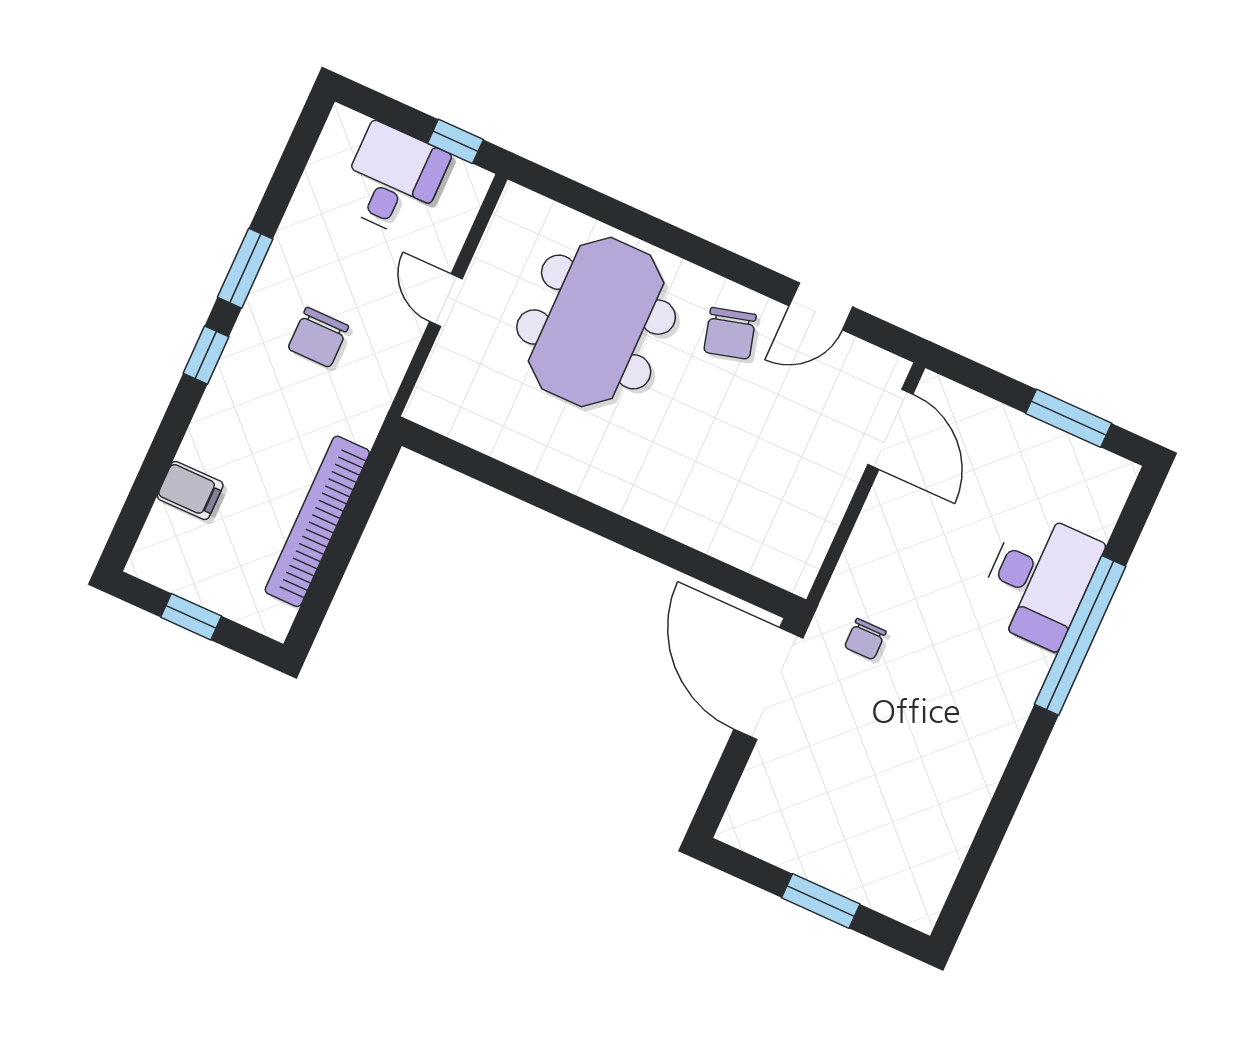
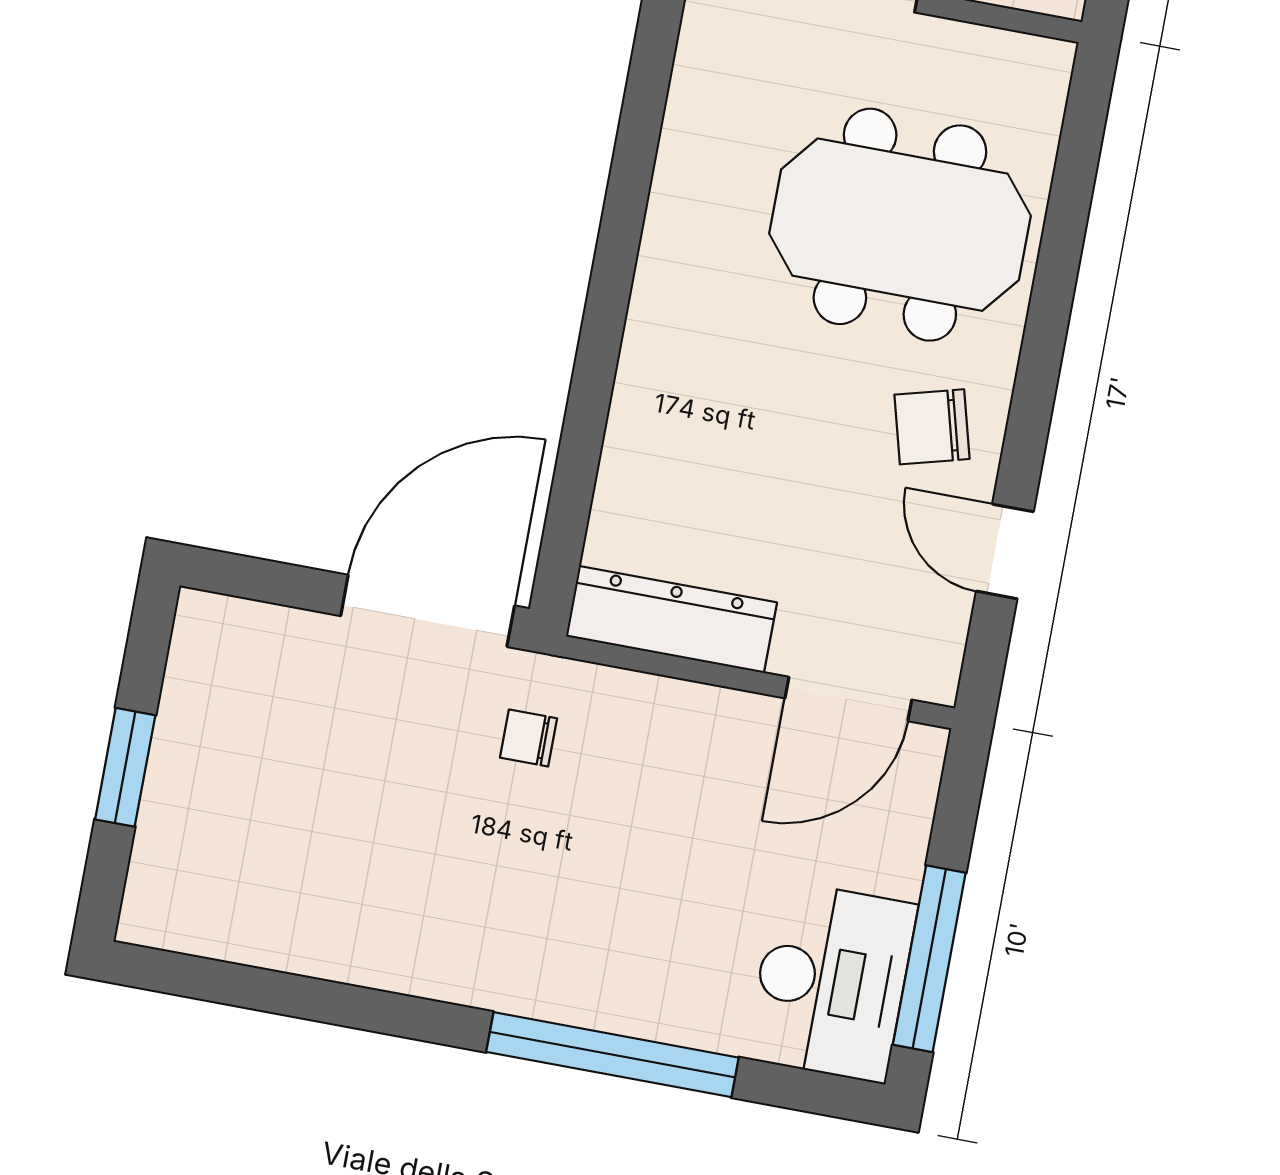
window: (1069, 418) -> (929, 959), width x1.44
dresser: (812, 530) -> (671, 619), added
desk: (1039, 579) -> (831, 982), moved, turned -90

